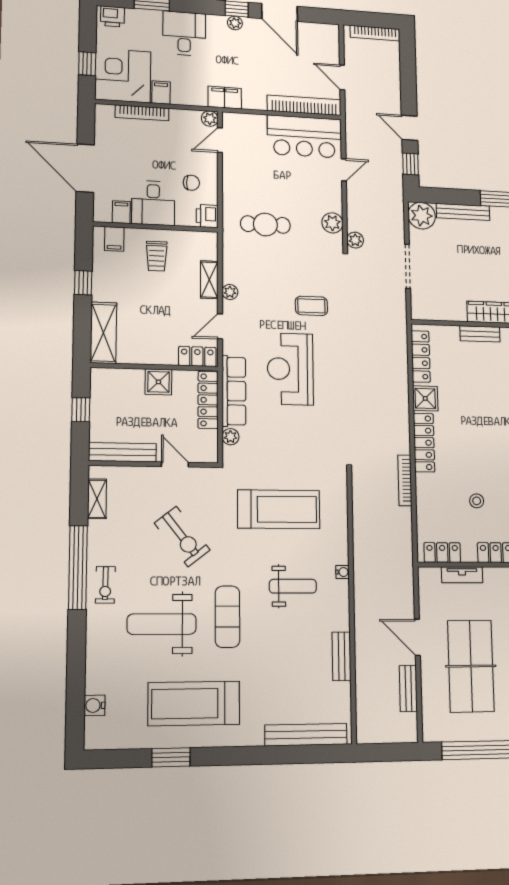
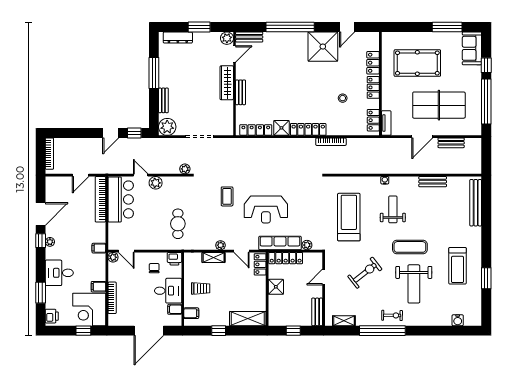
filing cabinet: (225, 98) -> (99, 248), width x0.50
bench: (463, 212) -> (163, 100), width x0.73
plant: (332, 223) -> (156, 183), moved
bench: (123, 452) -> (317, 312), width x0.73
tv unit: (462, 575) -> (386, 123), moved
treadmill: (194, 703) -> (458, 266), width x0.73, depth x0.73

